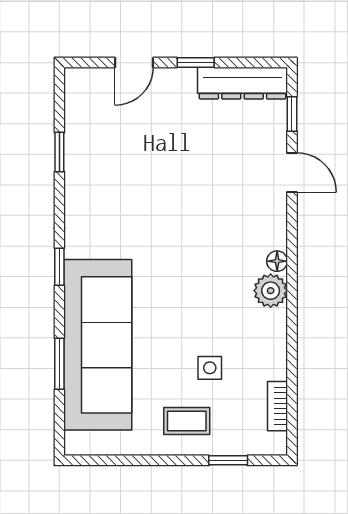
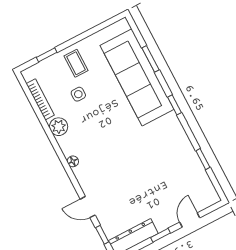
plant: (271, 291) -> (59, 127), moved
bookcase: (277, 406) -> (40, 99), width x1.56
coffee table: (187, 421) -> (76, 63), turned 90

